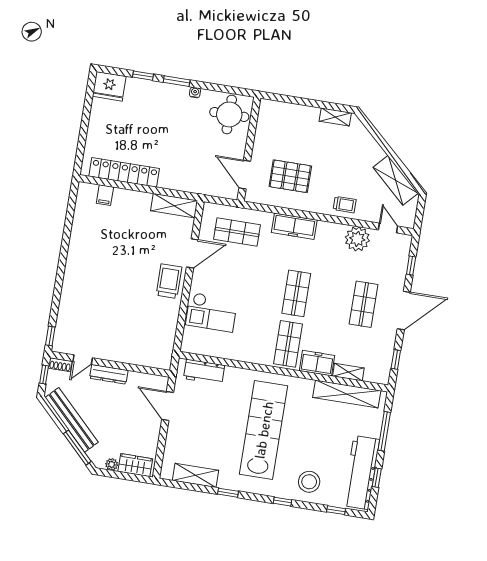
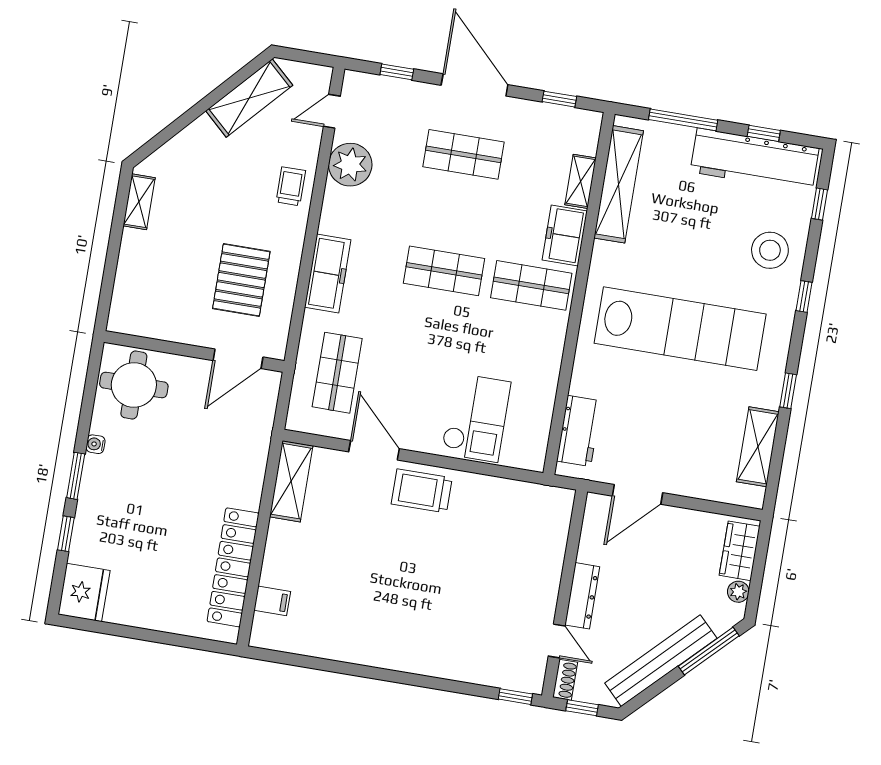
lab bench: (264, 430) -> (680, 329), turned 180

